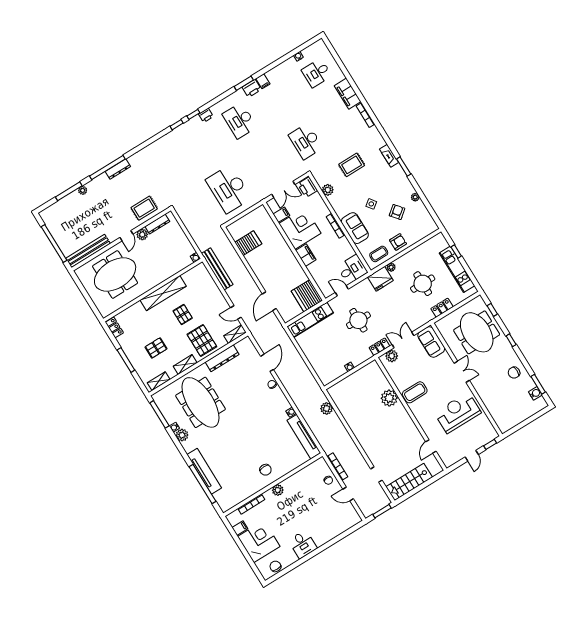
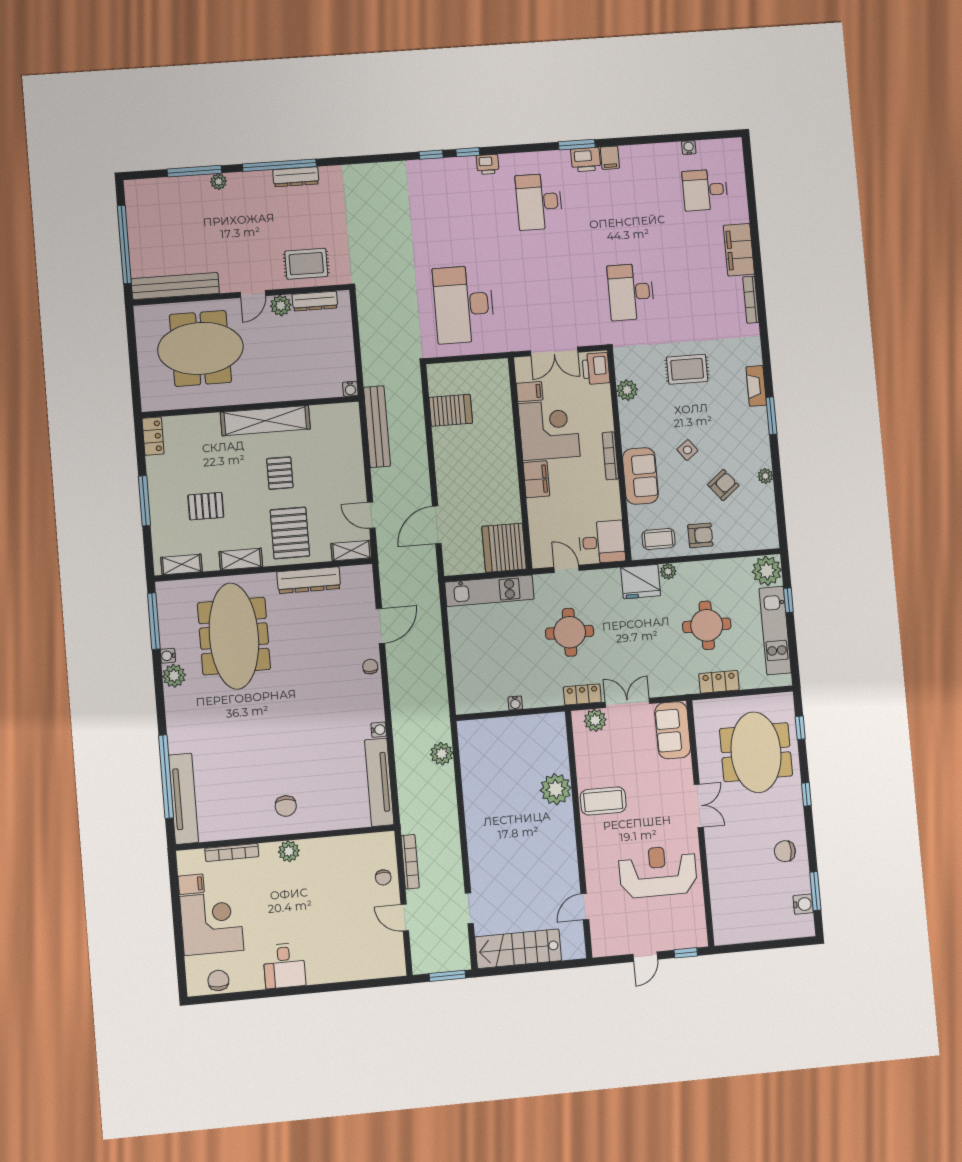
plant: (439, 243) -> (767, 571), added
tv unit: (204, 471) -> (183, 799), moved

